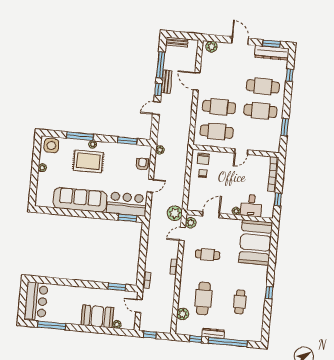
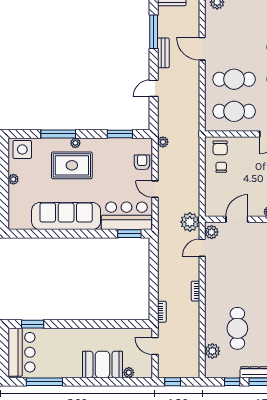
window: (158, 89) -> (154, 64), removed
door: (150, 186) -> (155, 189), swing flipped
cafe table: (208, 255) -> (237, 271), removed
window: (117, 287) -> (33, 324), moved

